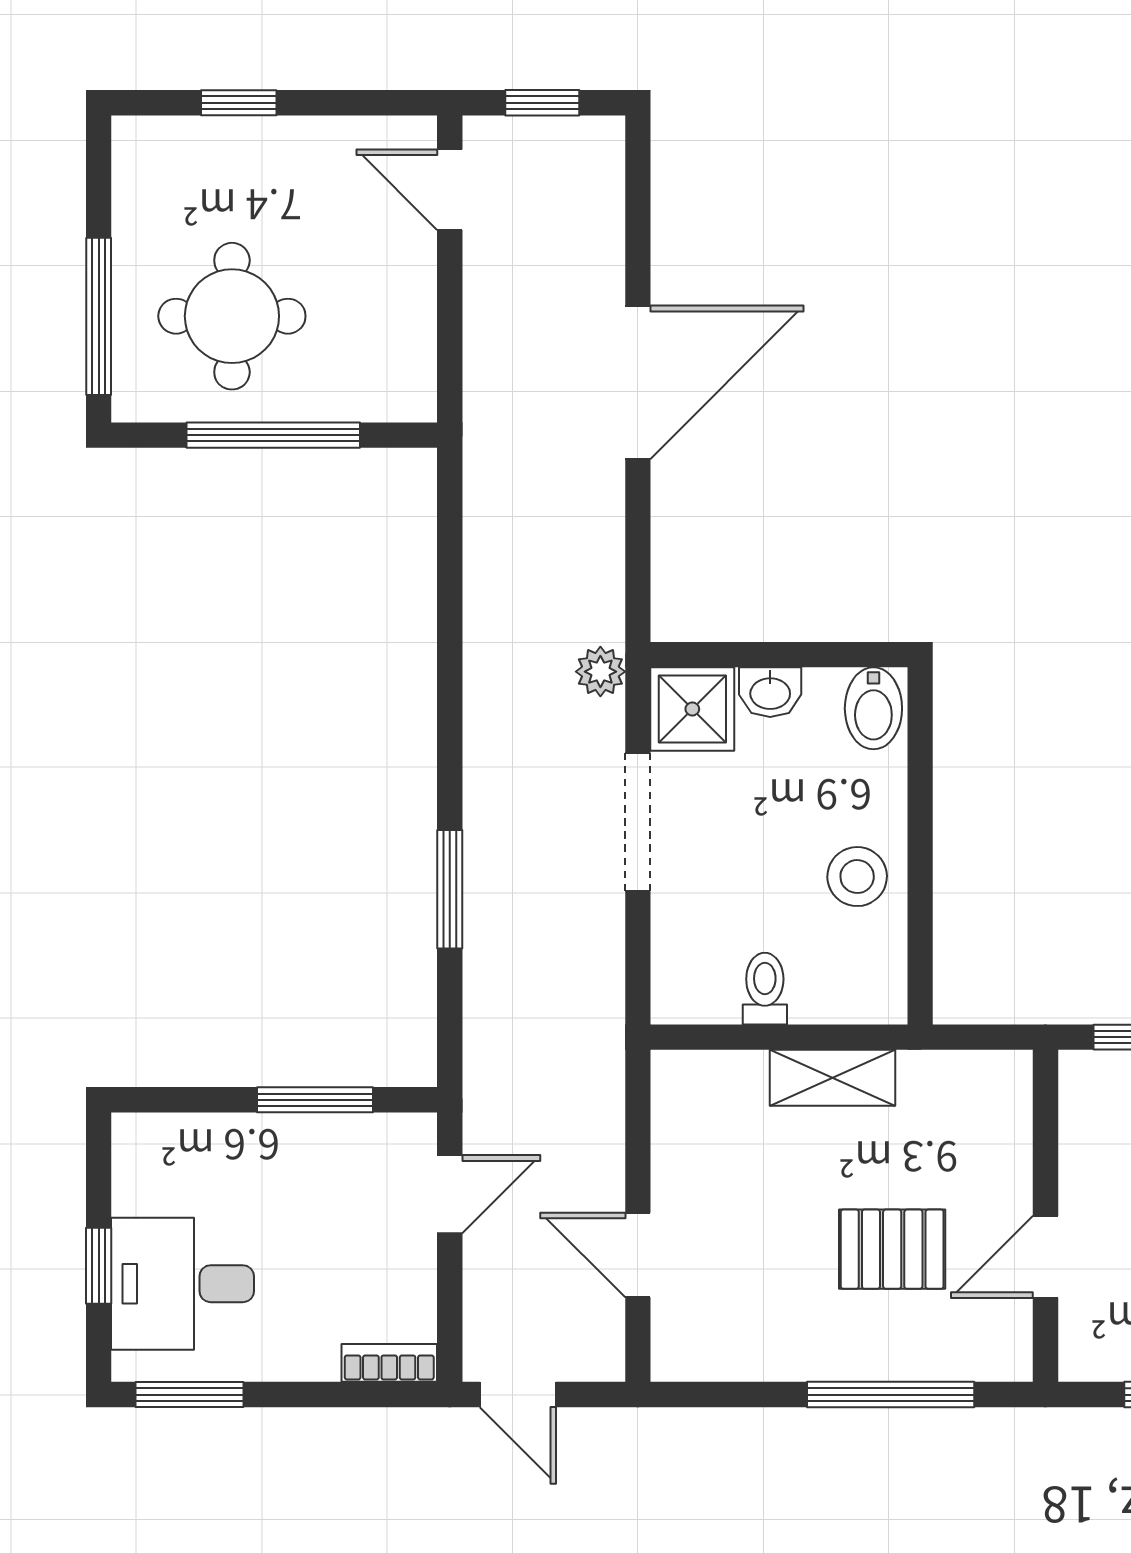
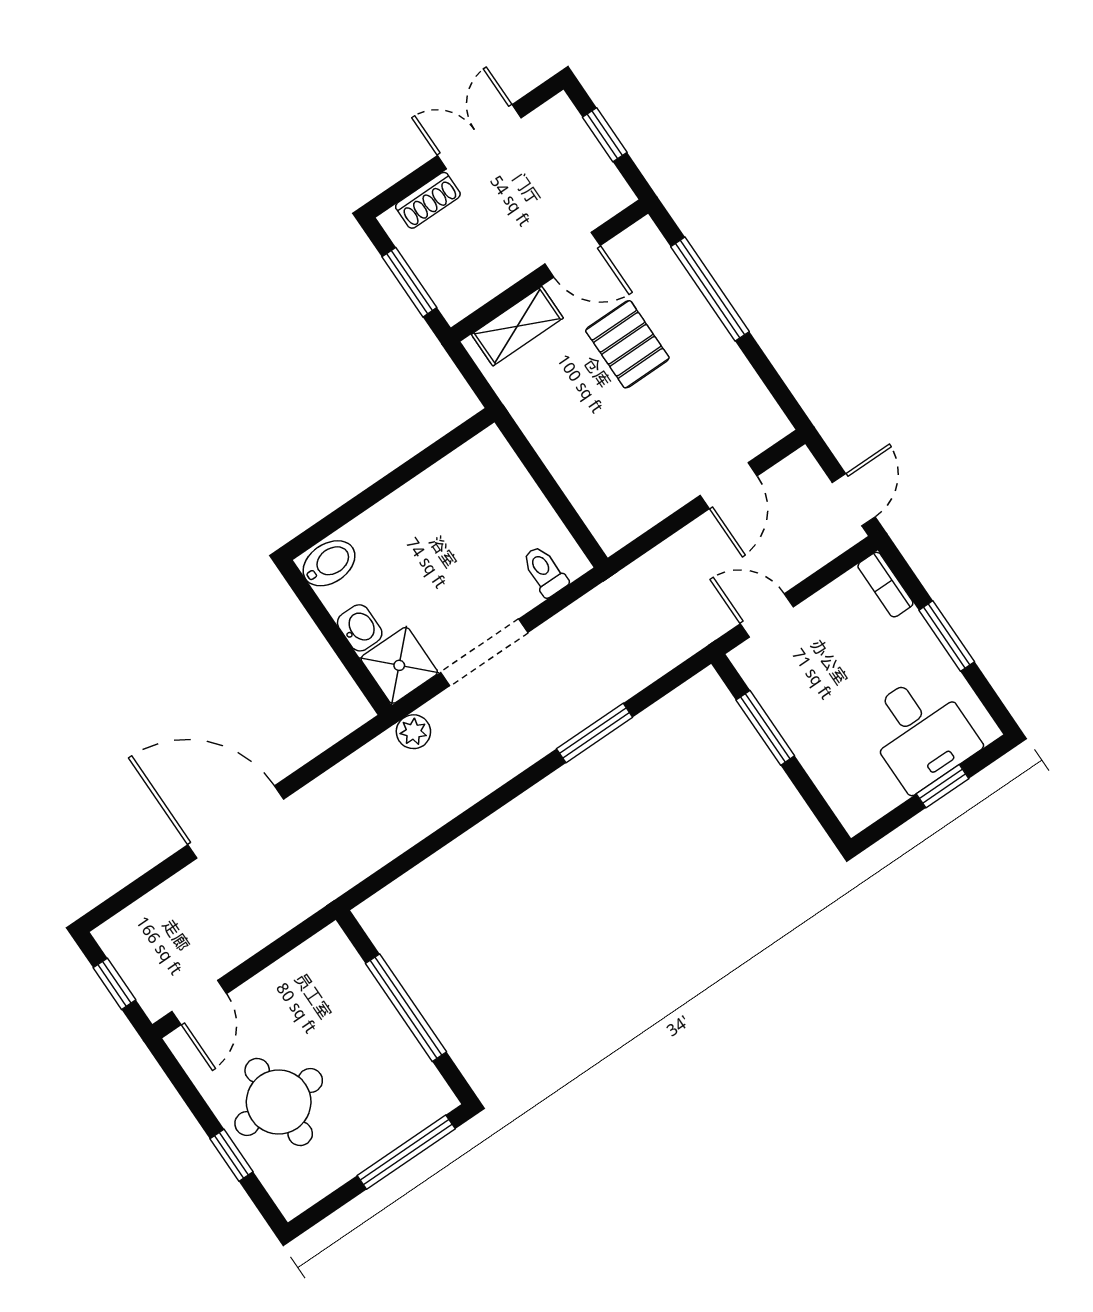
round table: (232, 316) -> (279, 1102), moved
stool: (857, 877) -> (430, 508), removed
toilet: (765, 989) -> (545, 571), moved, turned 90
shelving: (833, 1078) -> (517, 326), moved, turned 90
window: (189, 1395) -> (947, 636), moved

